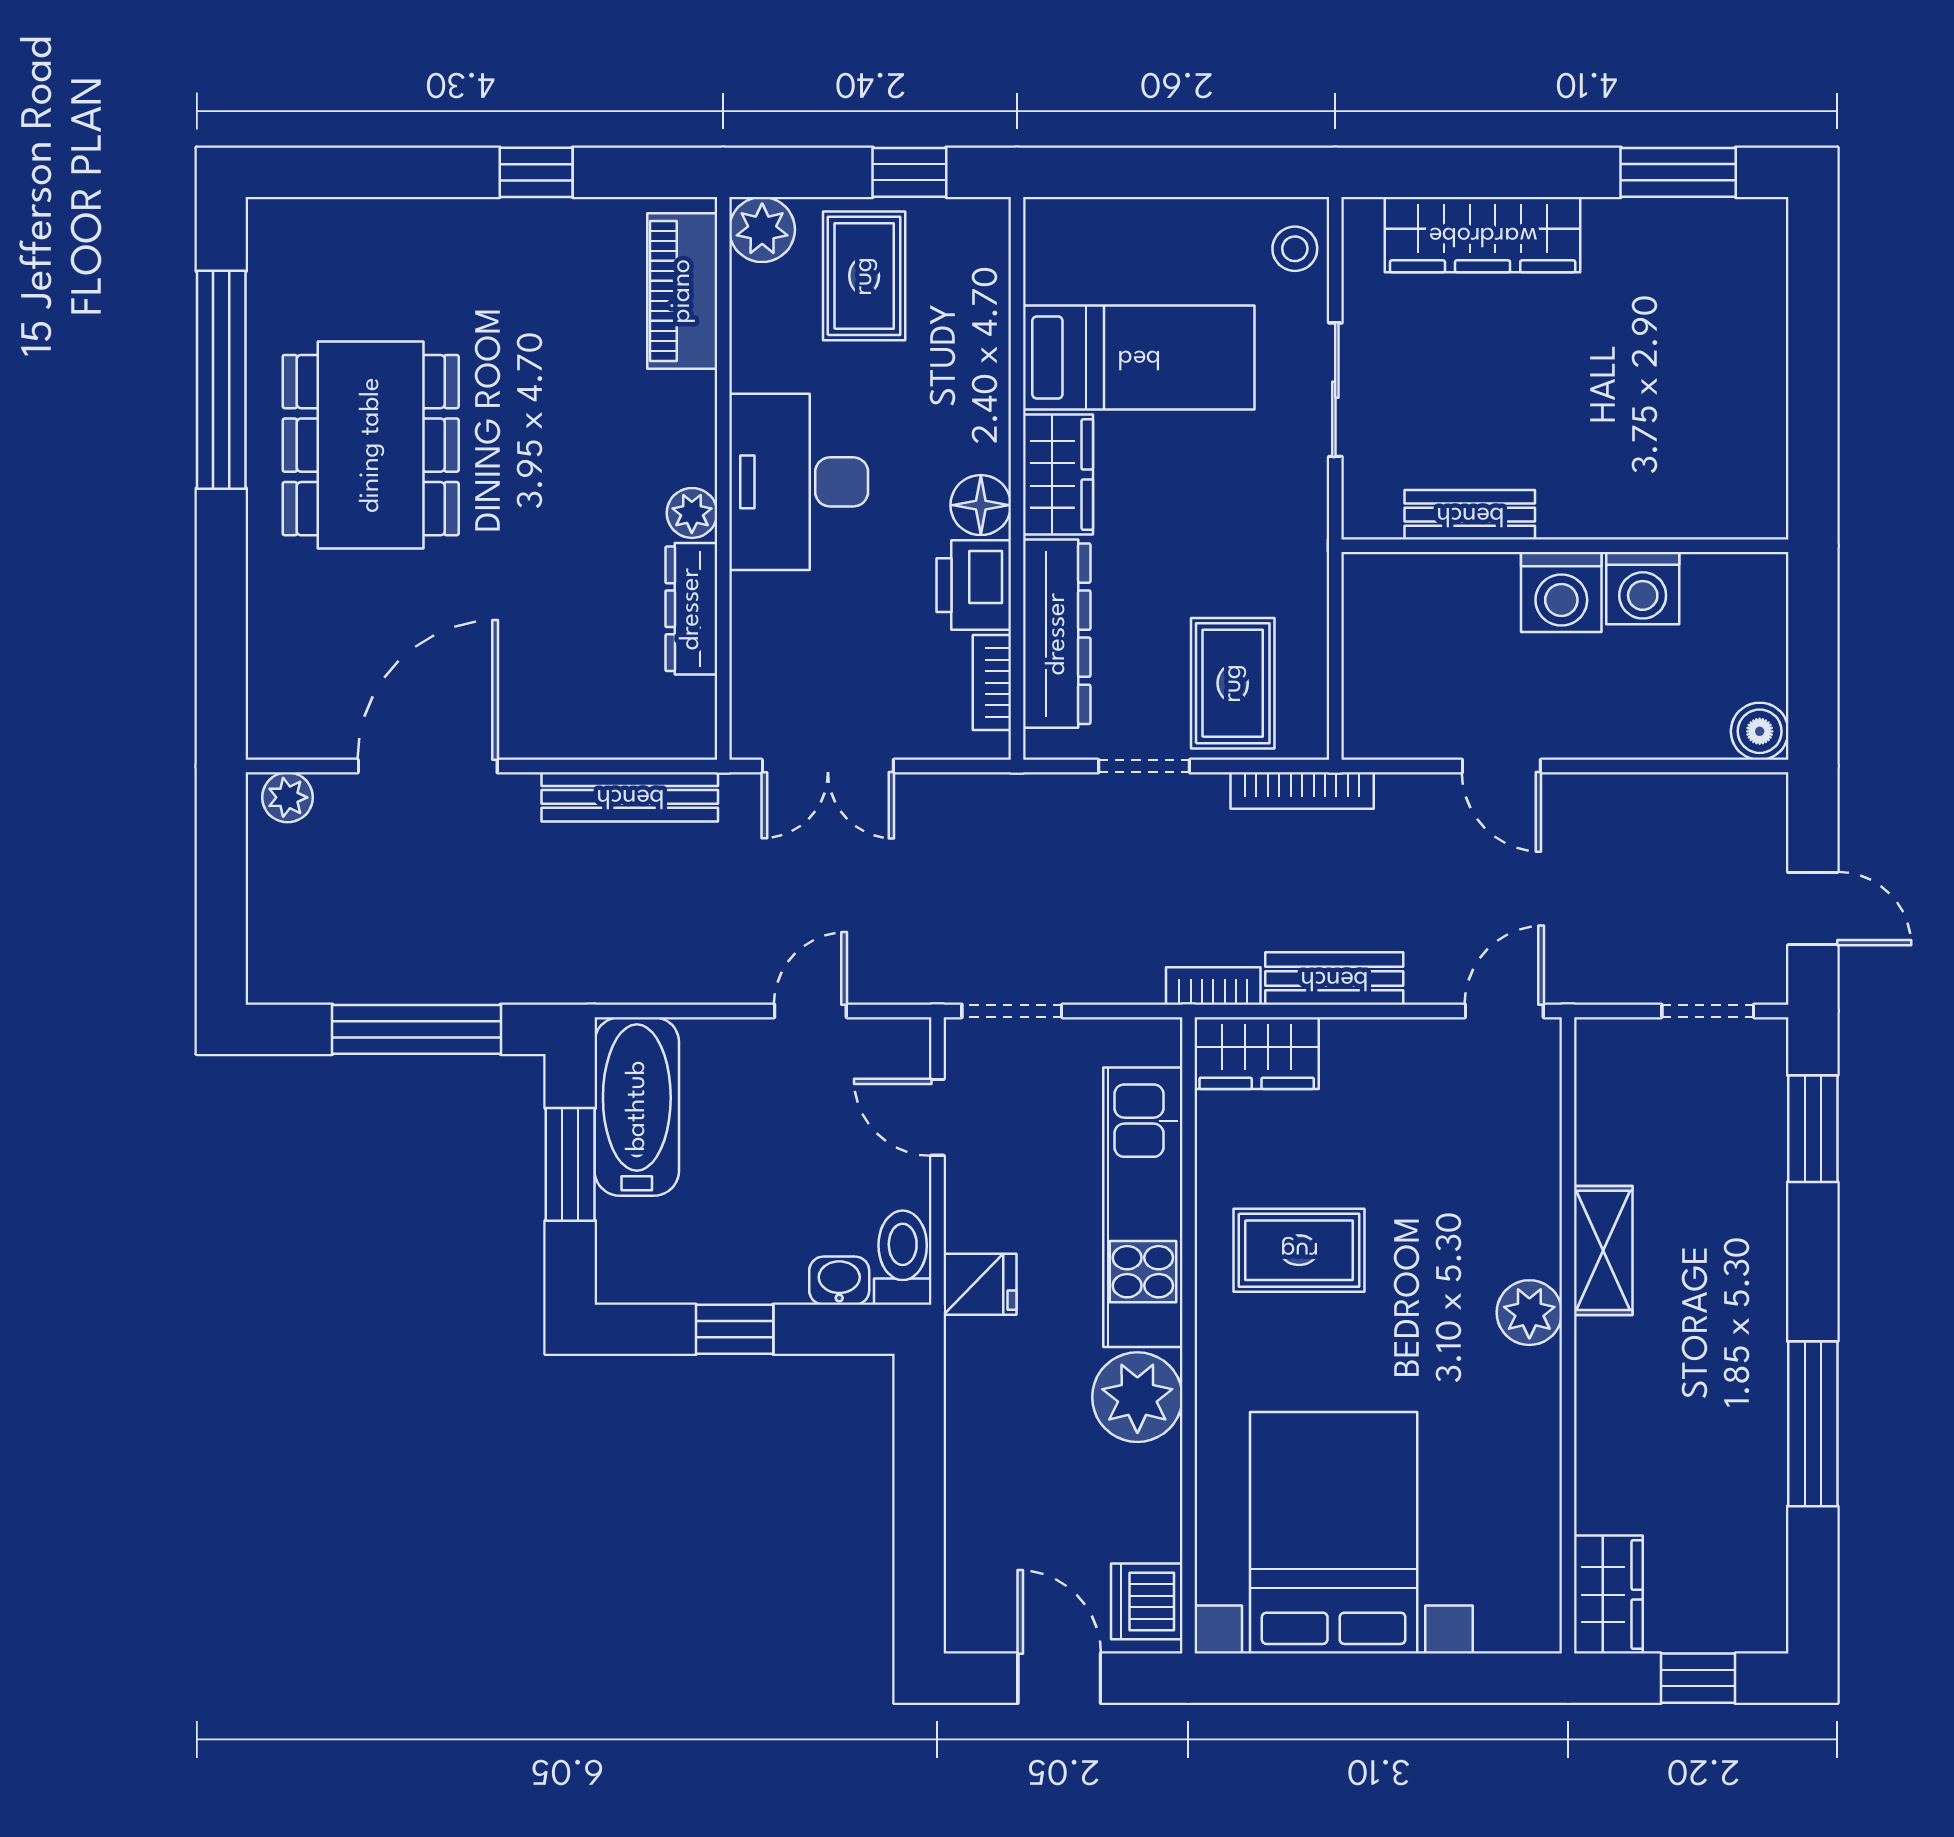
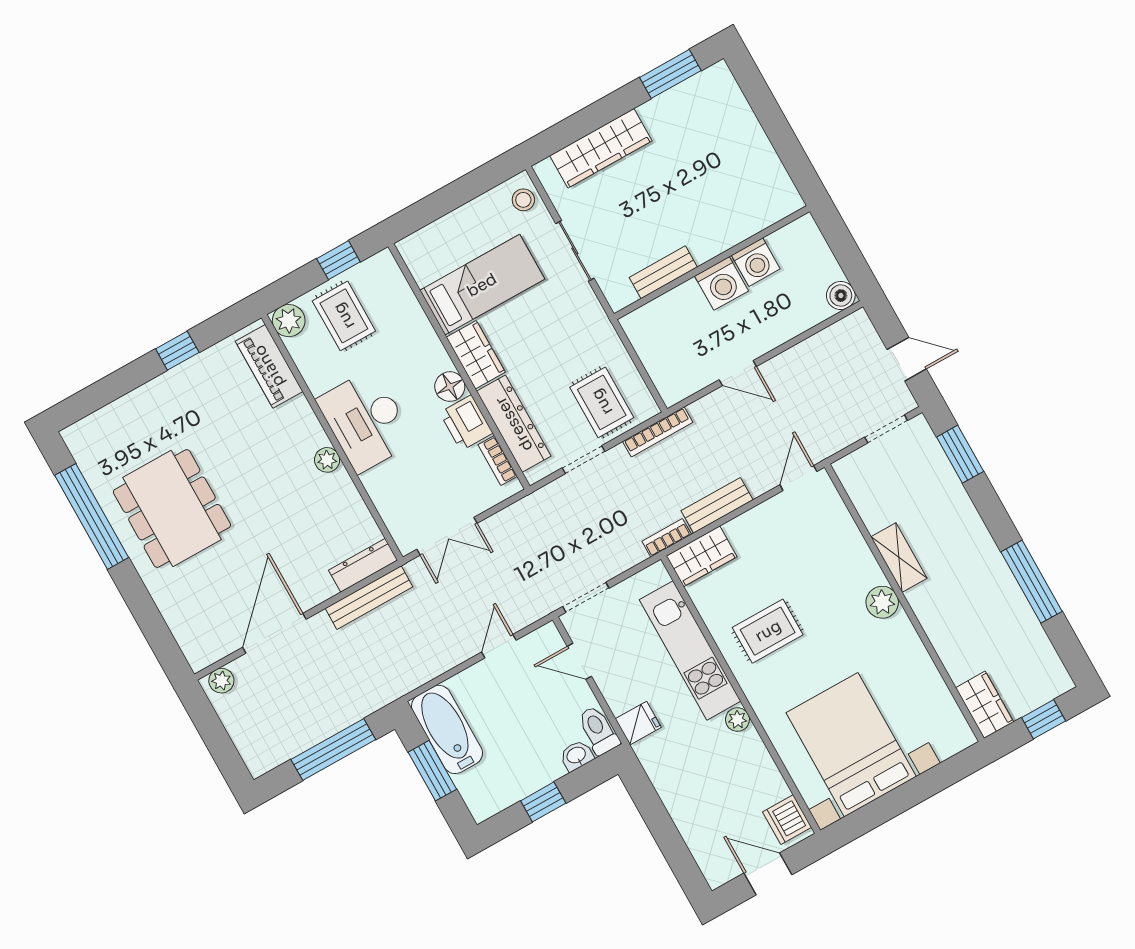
dresser: (691, 609) -> (363, 565), moved, turned 90
plant: (1137, 1397) -> (737, 720), width x0.53, depth x0.53

